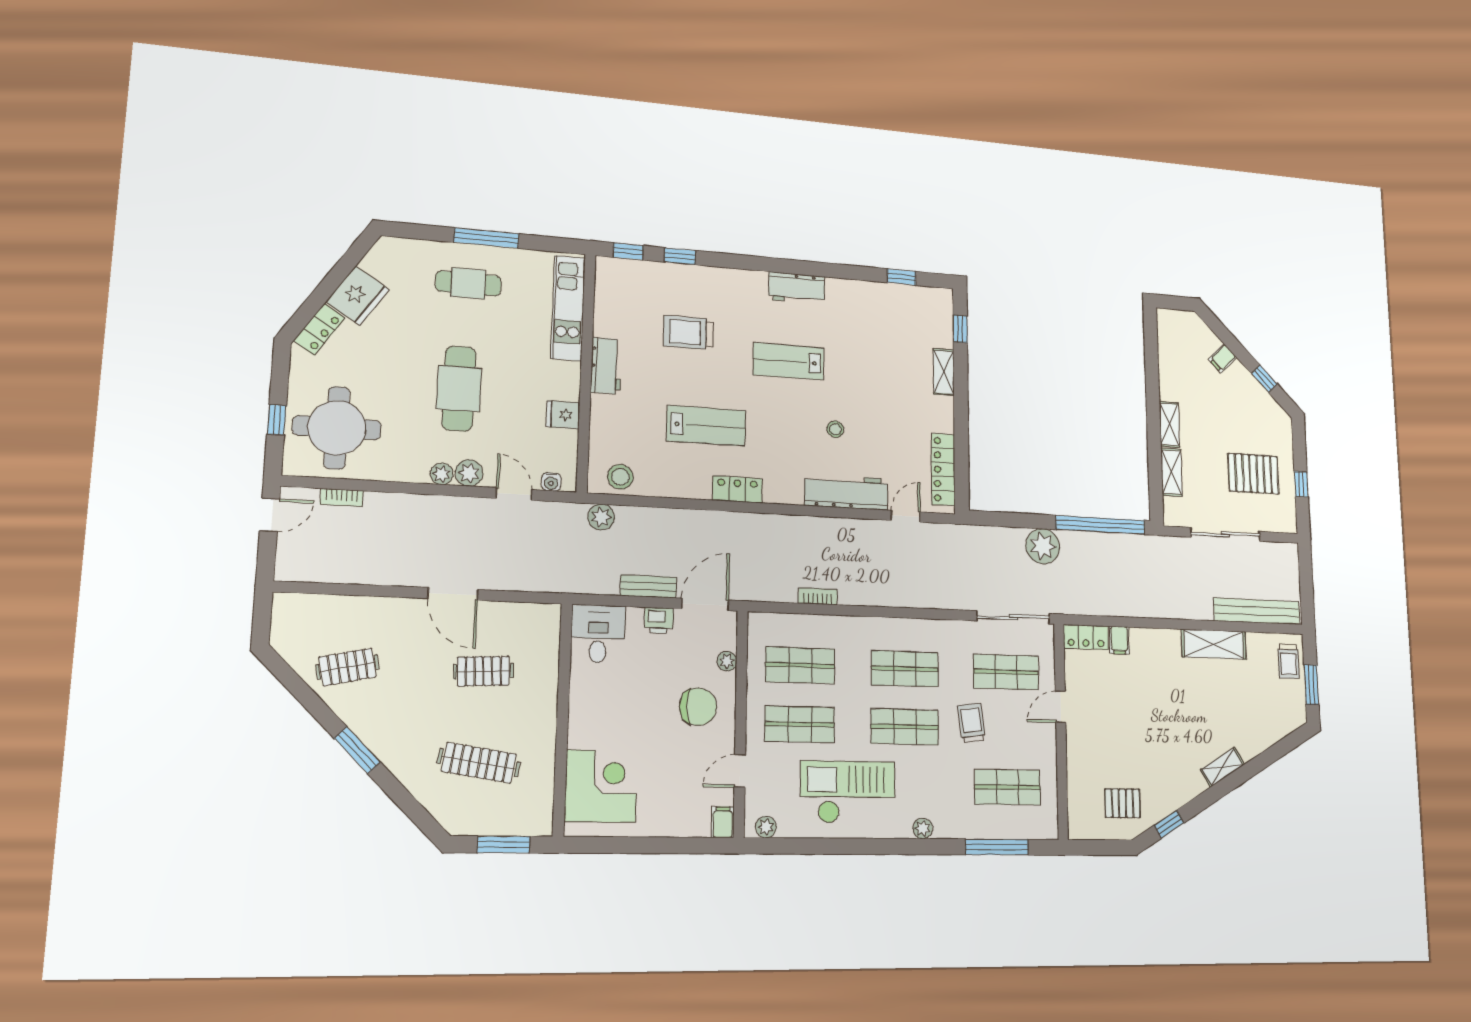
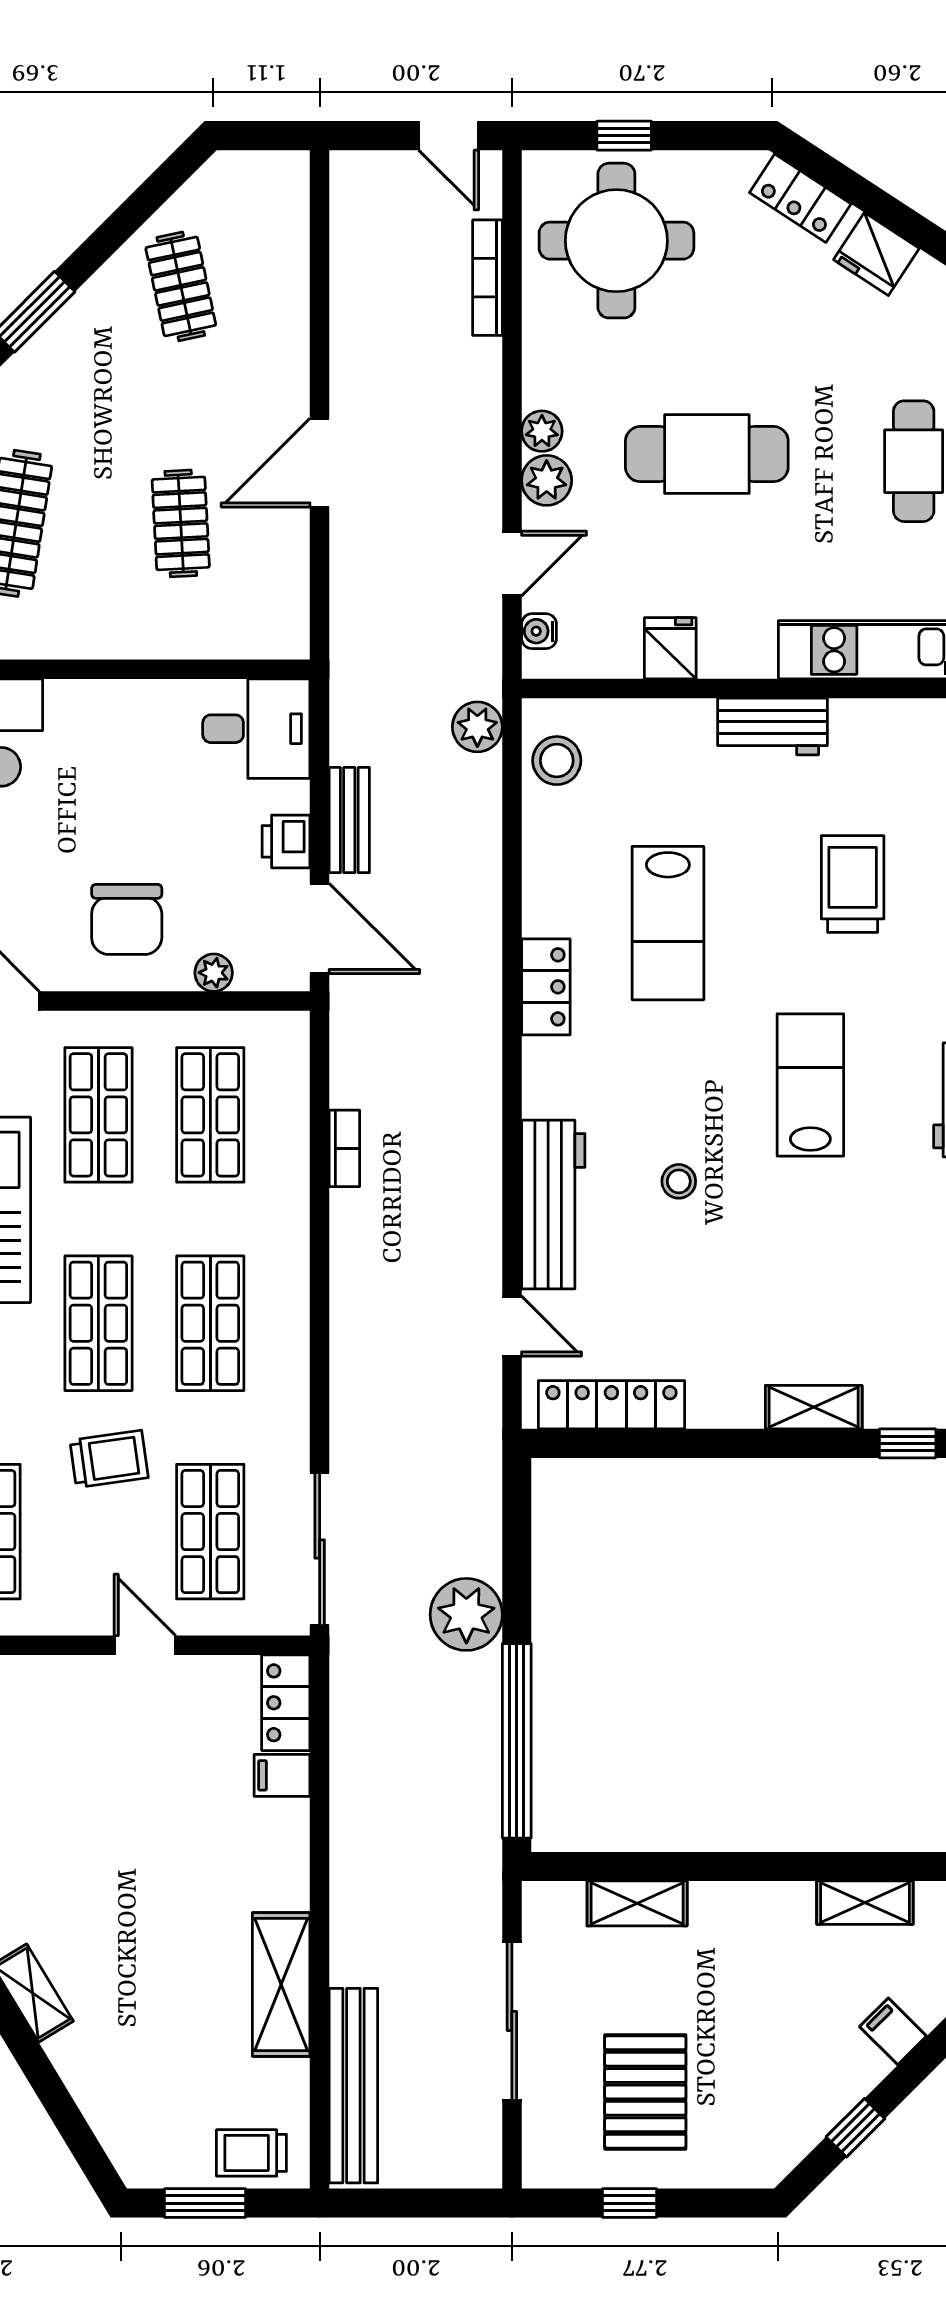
fridge: (358, 296) -> (876, 254), width x0.73, depth x0.75
shelving: (1169, 424) -> (865, 1903), moved
bookcase: (342, 497) -> (487, 278), width x1.56

